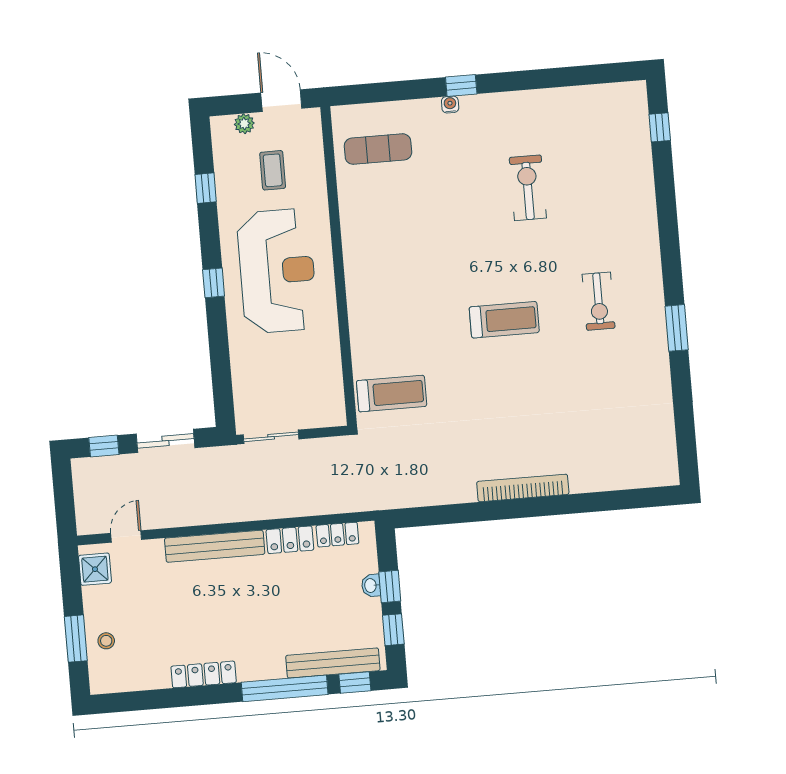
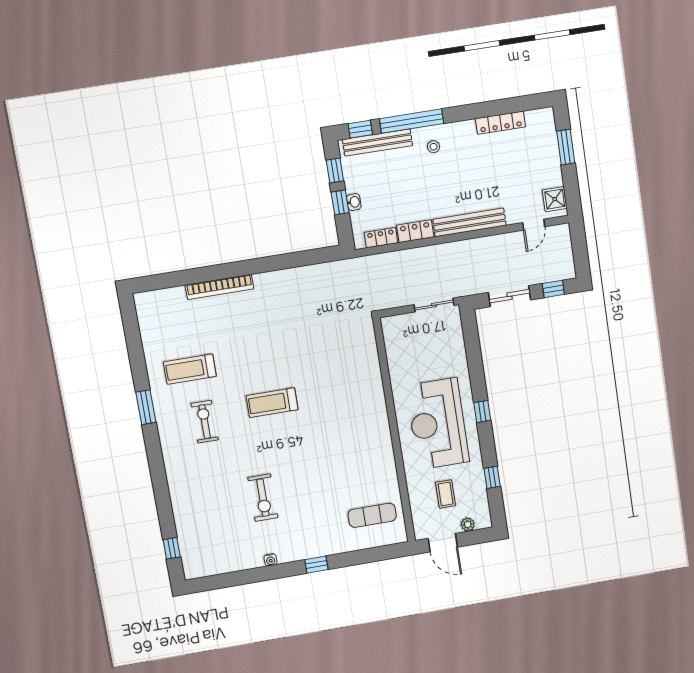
water cooler: (450, 105) -> (270, 560), moved
treadmill: (392, 394) -> (190, 369), moved
bookcase: (523, 488) -> (220, 287), moved
stool: (106, 641) -> (434, 147), moved
locker: (204, 674) -> (500, 123), moved

